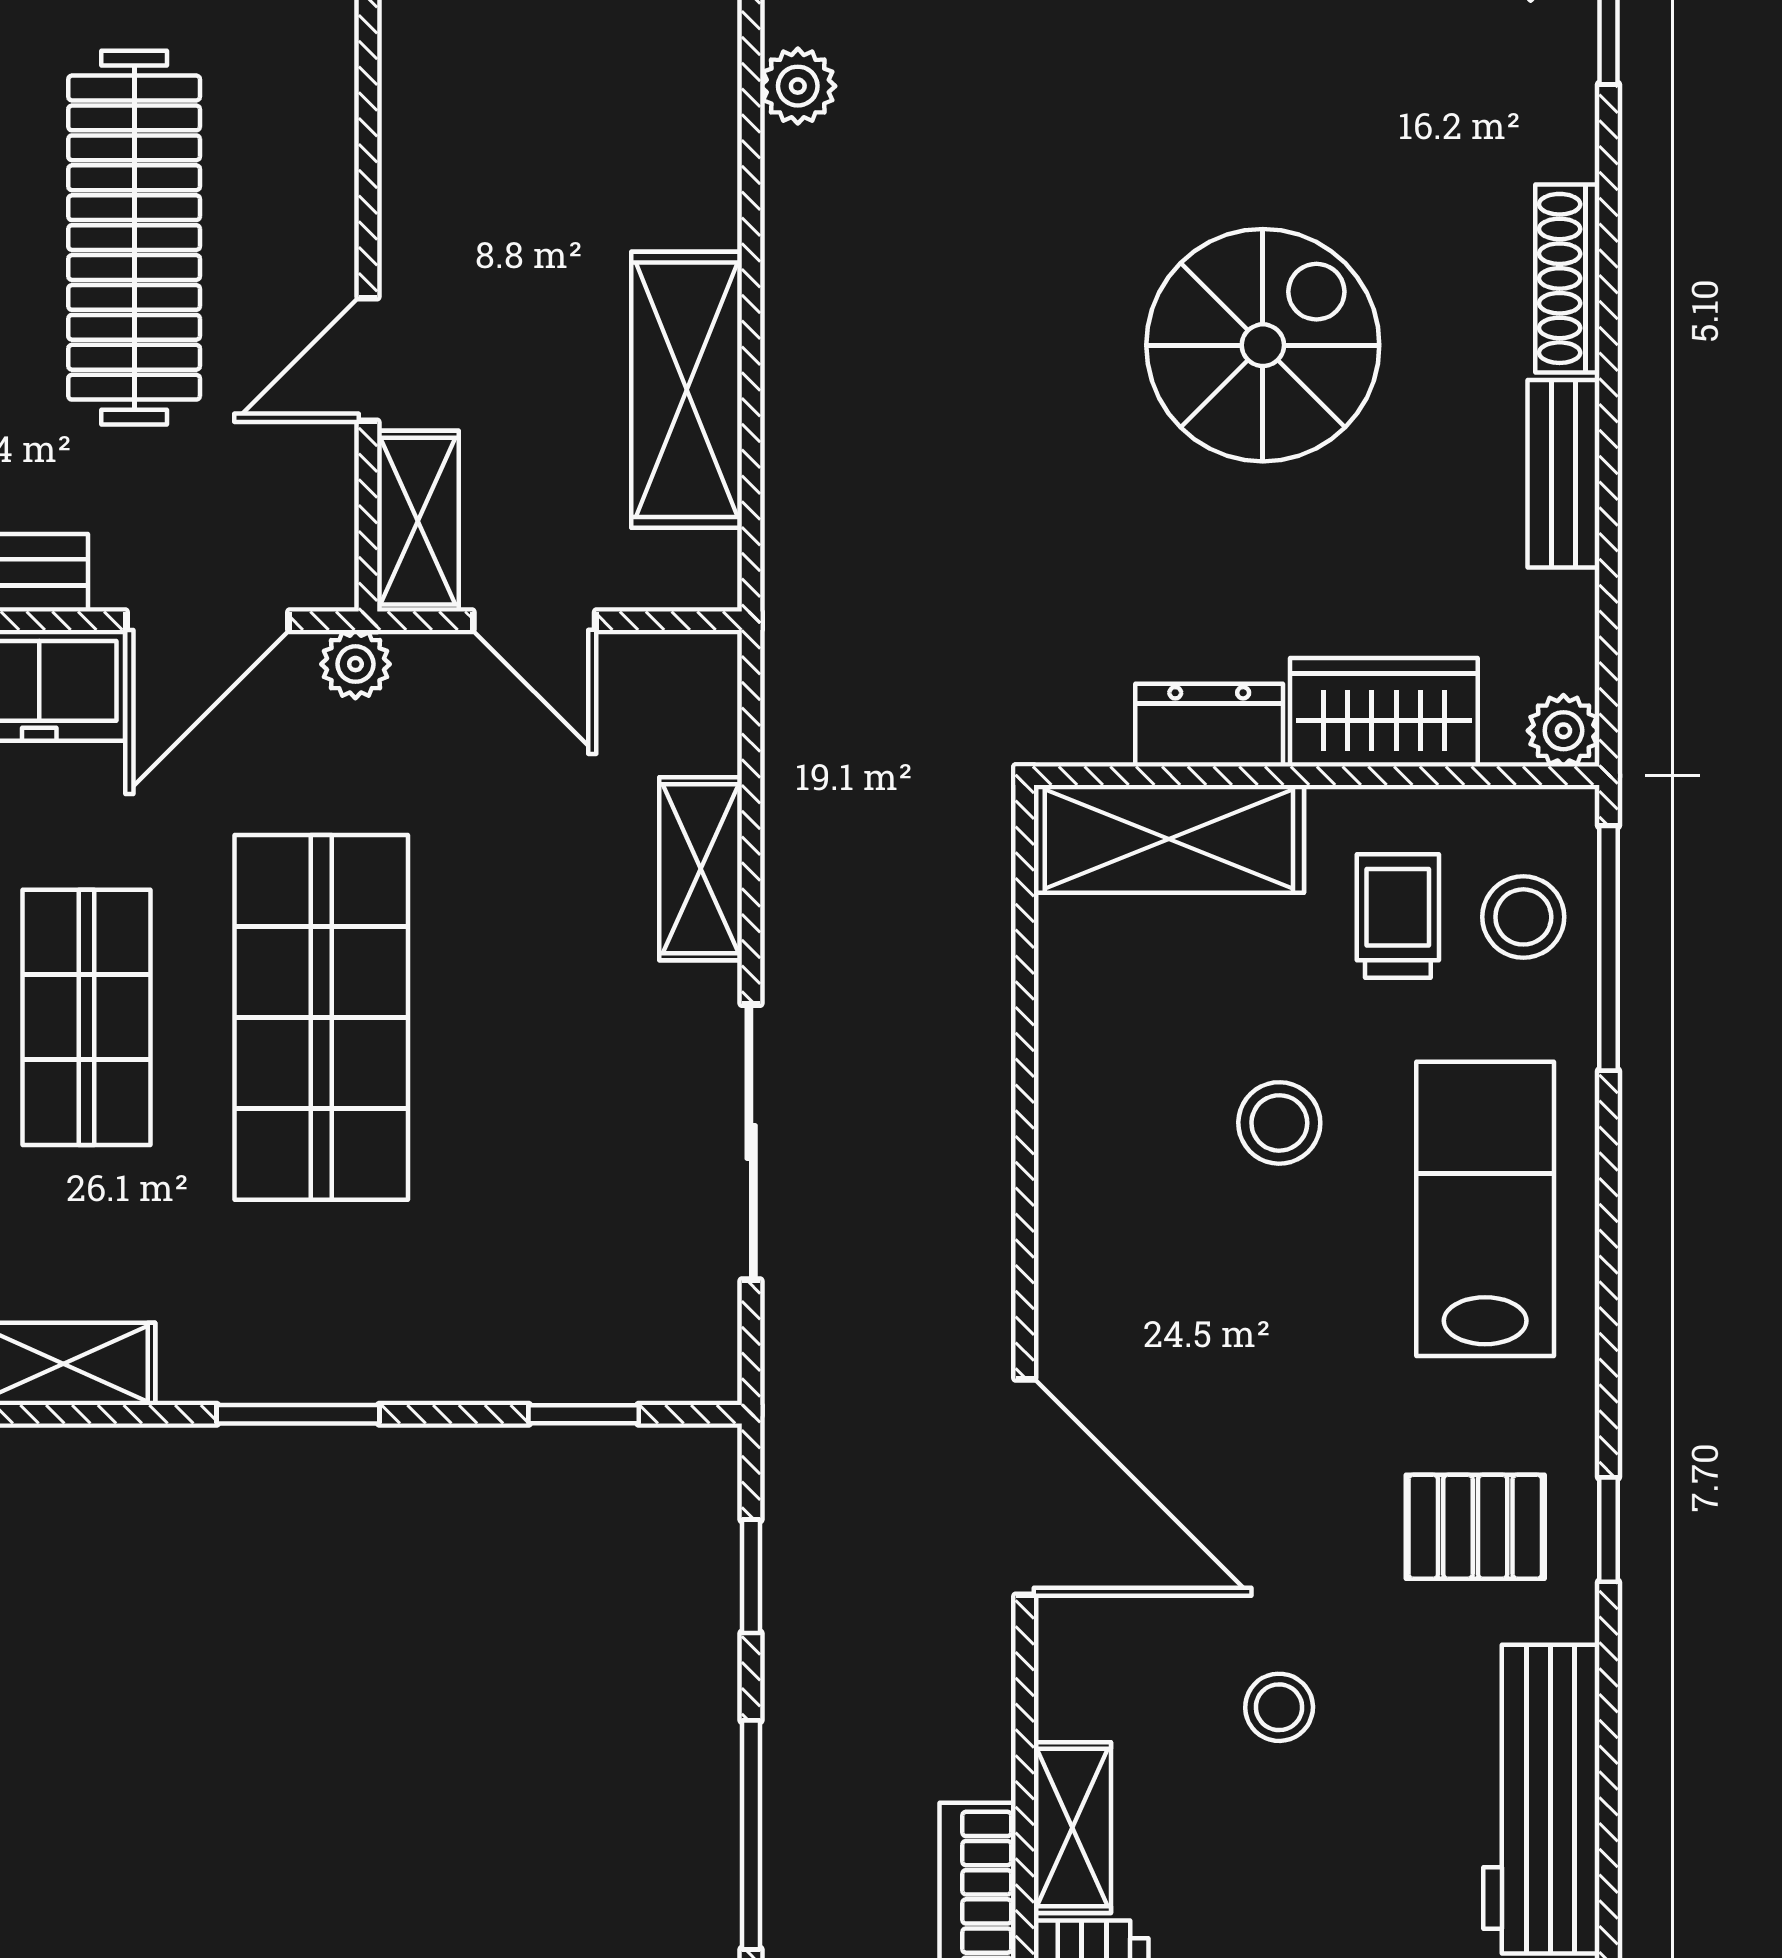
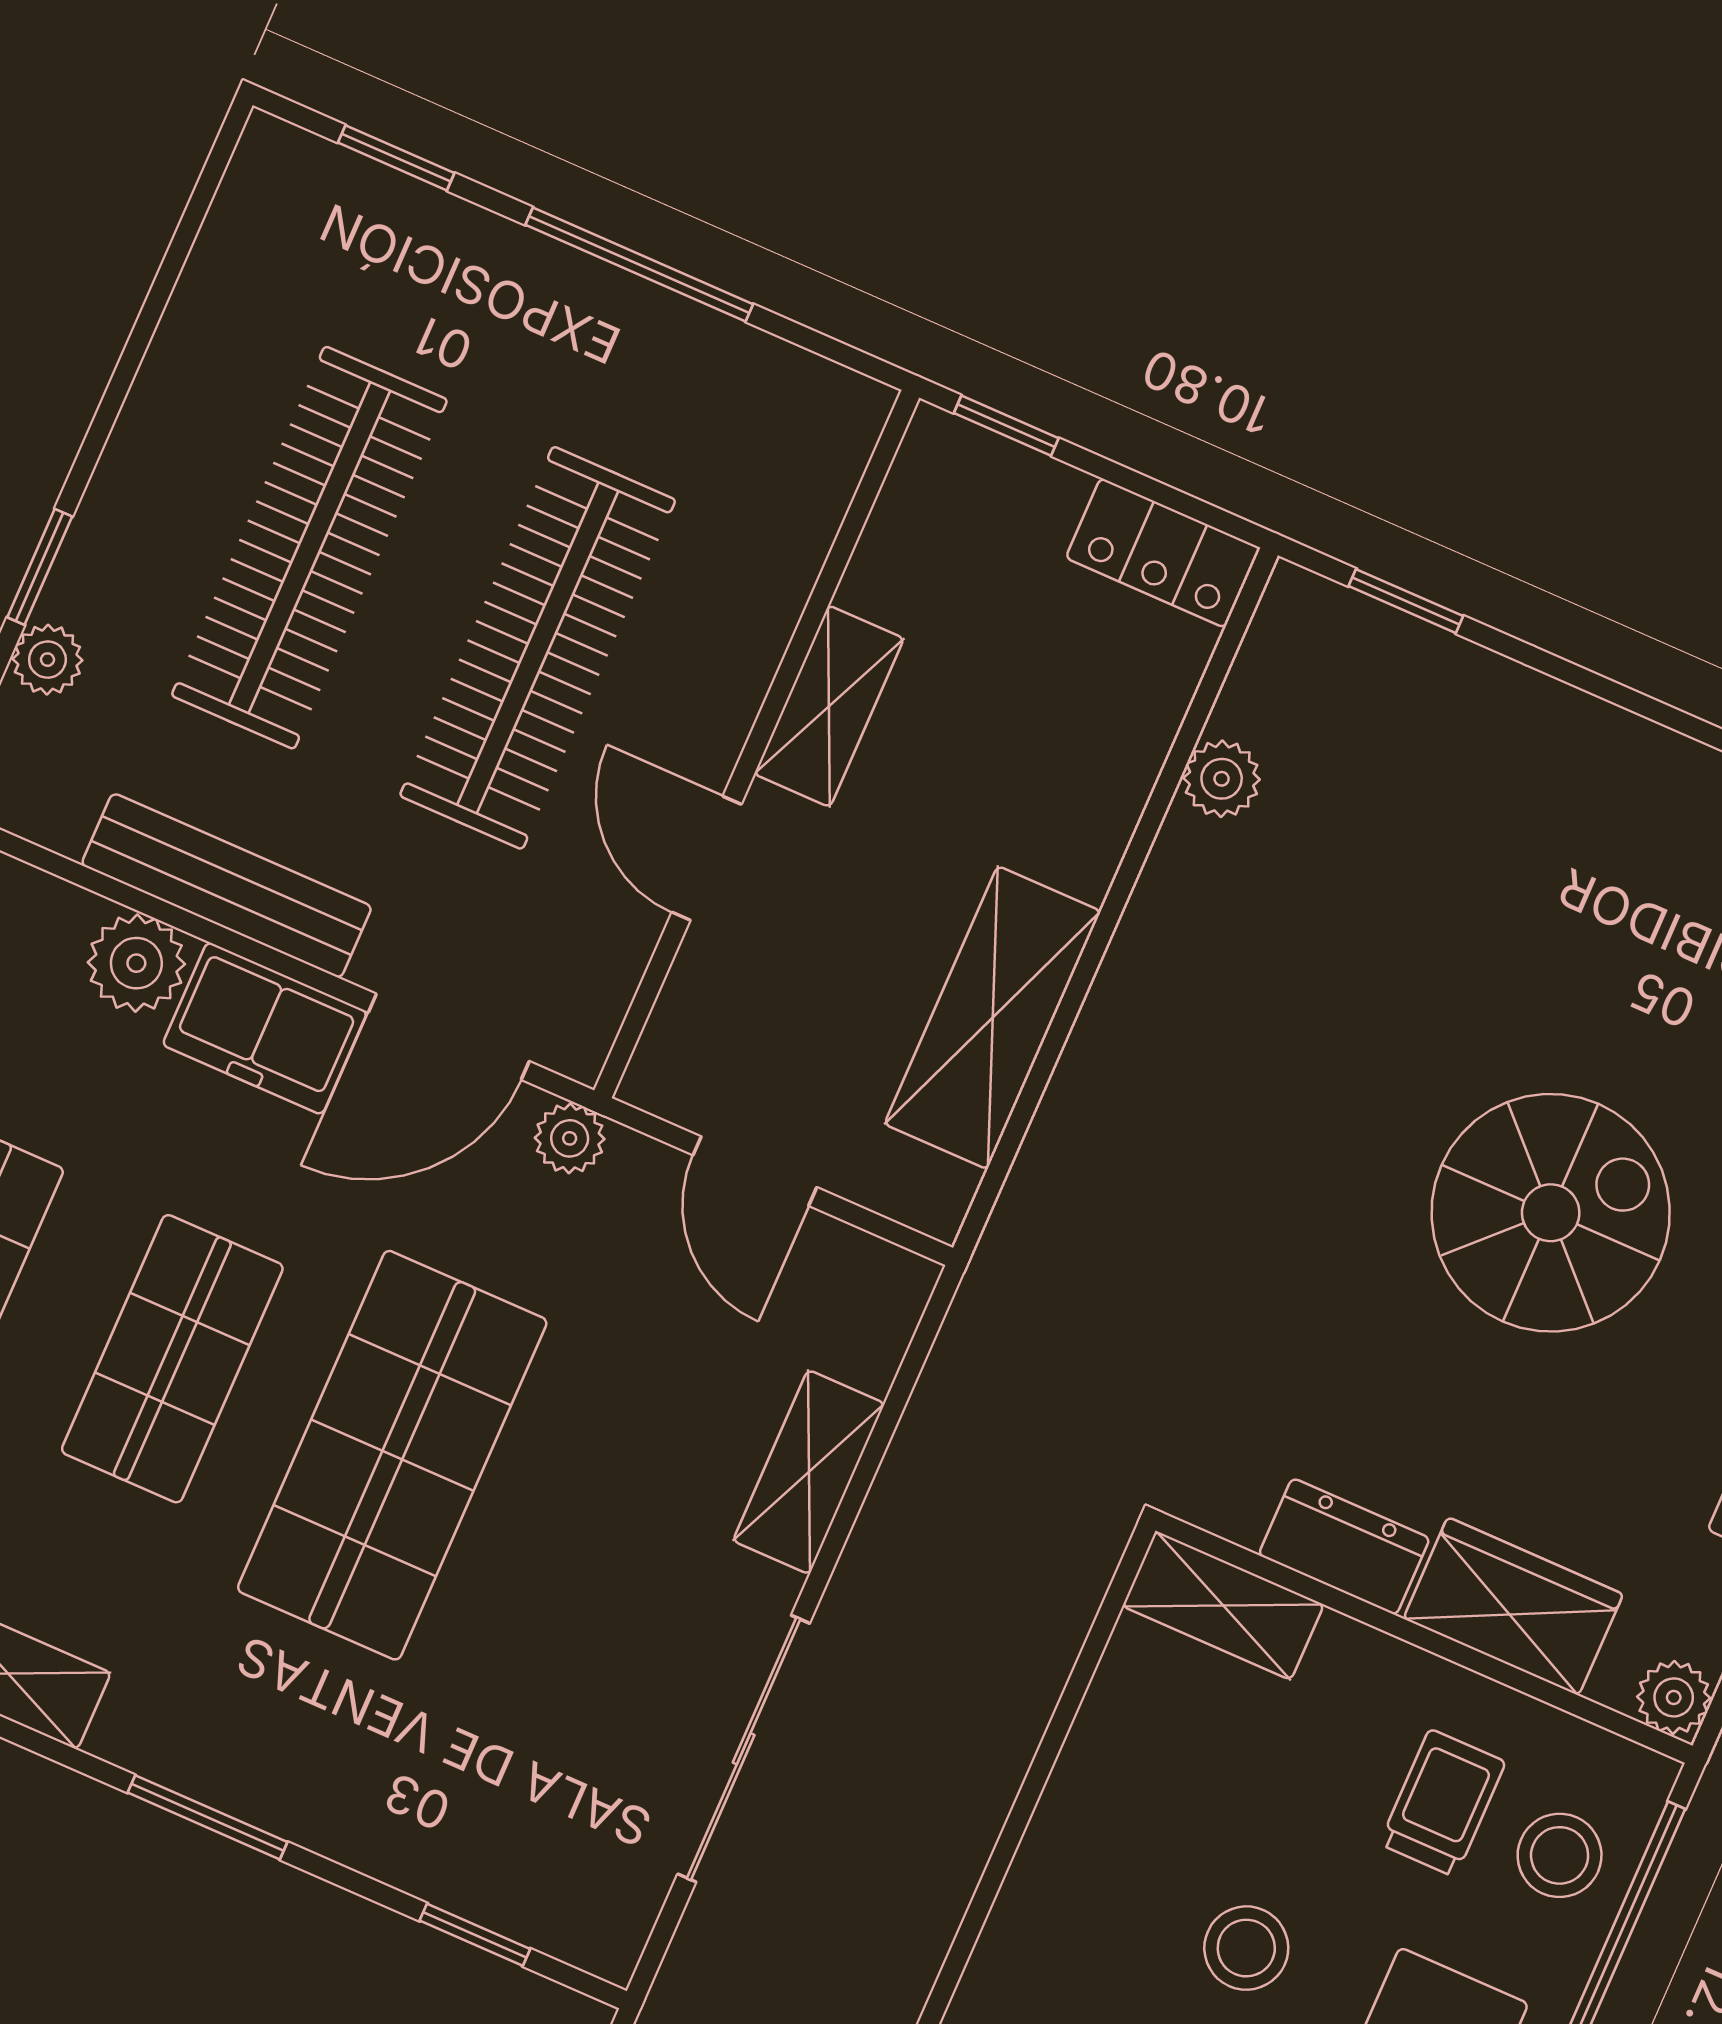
door: (368, 360) -> (707, 858), hinge flipped
shelving: (418, 521) -> (829, 706), moved
shelving: (1169, 839) -> (1223, 1605), width x0.67, depth x0.75

